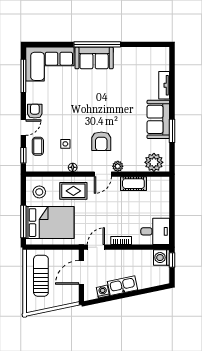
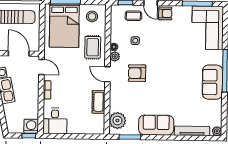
plant: (164, 52) -> (217, 131), added
sofa: (94, 58) -> (212, 82), moved
tv unit: (164, 85) -> (192, 131), width x1.41
window: (172, 131) -> (130, 137), moved
plant: (118, 166) -> (115, 56), moved

